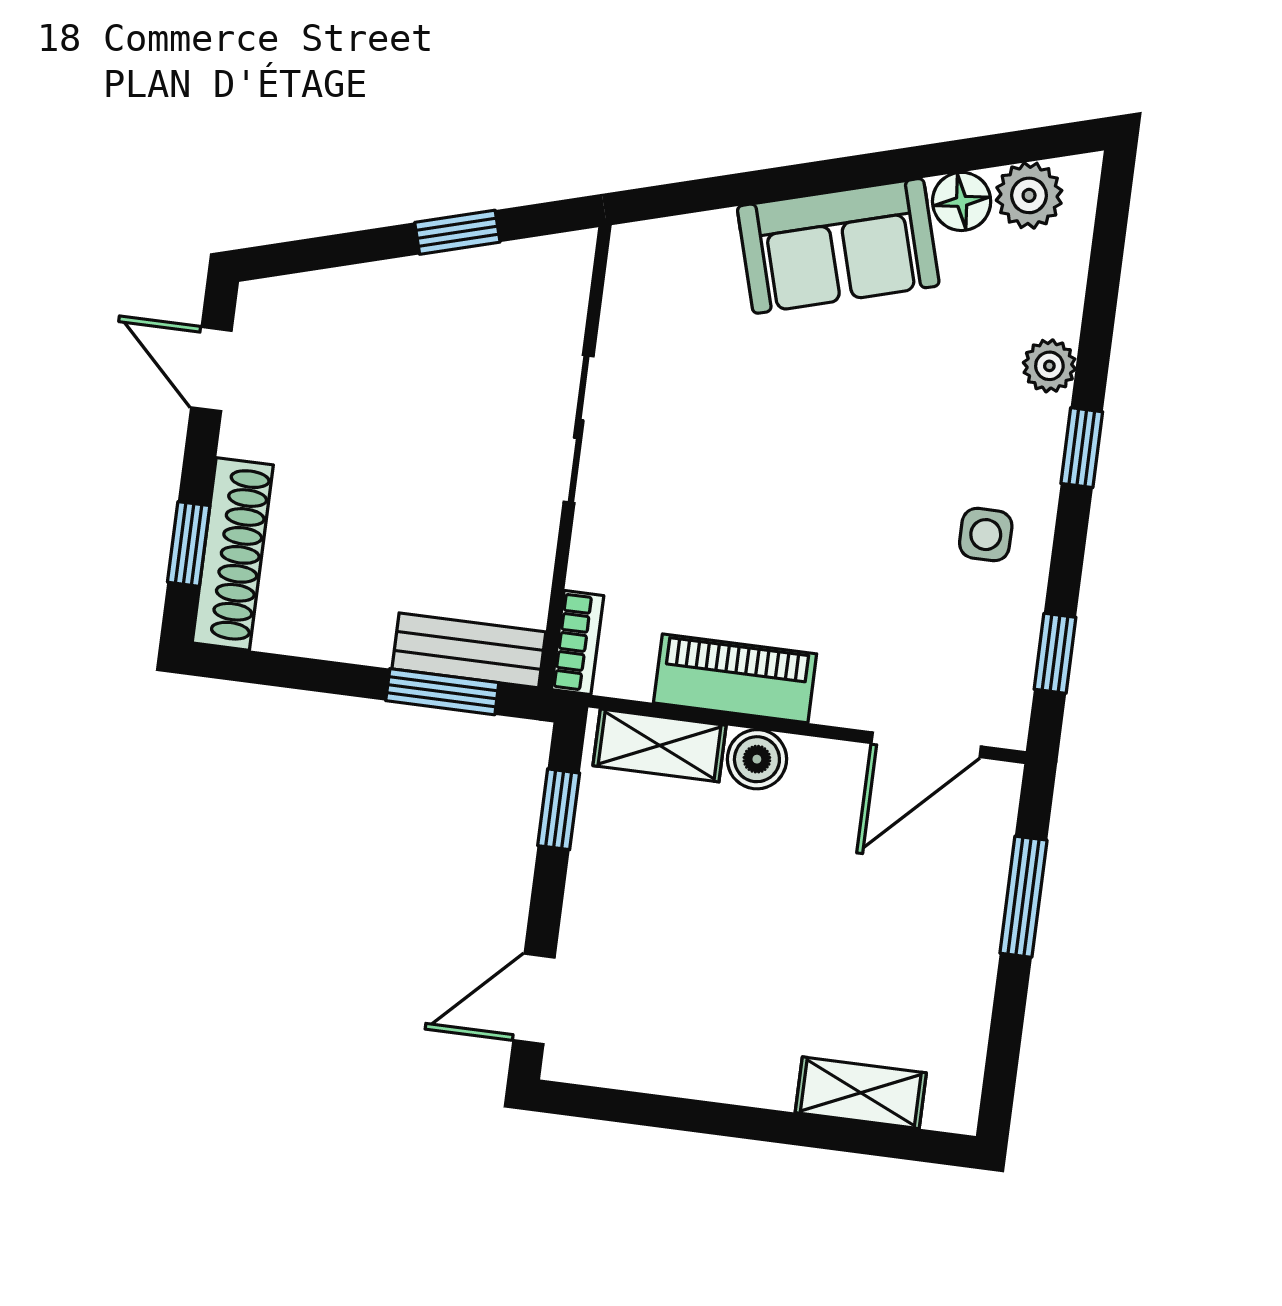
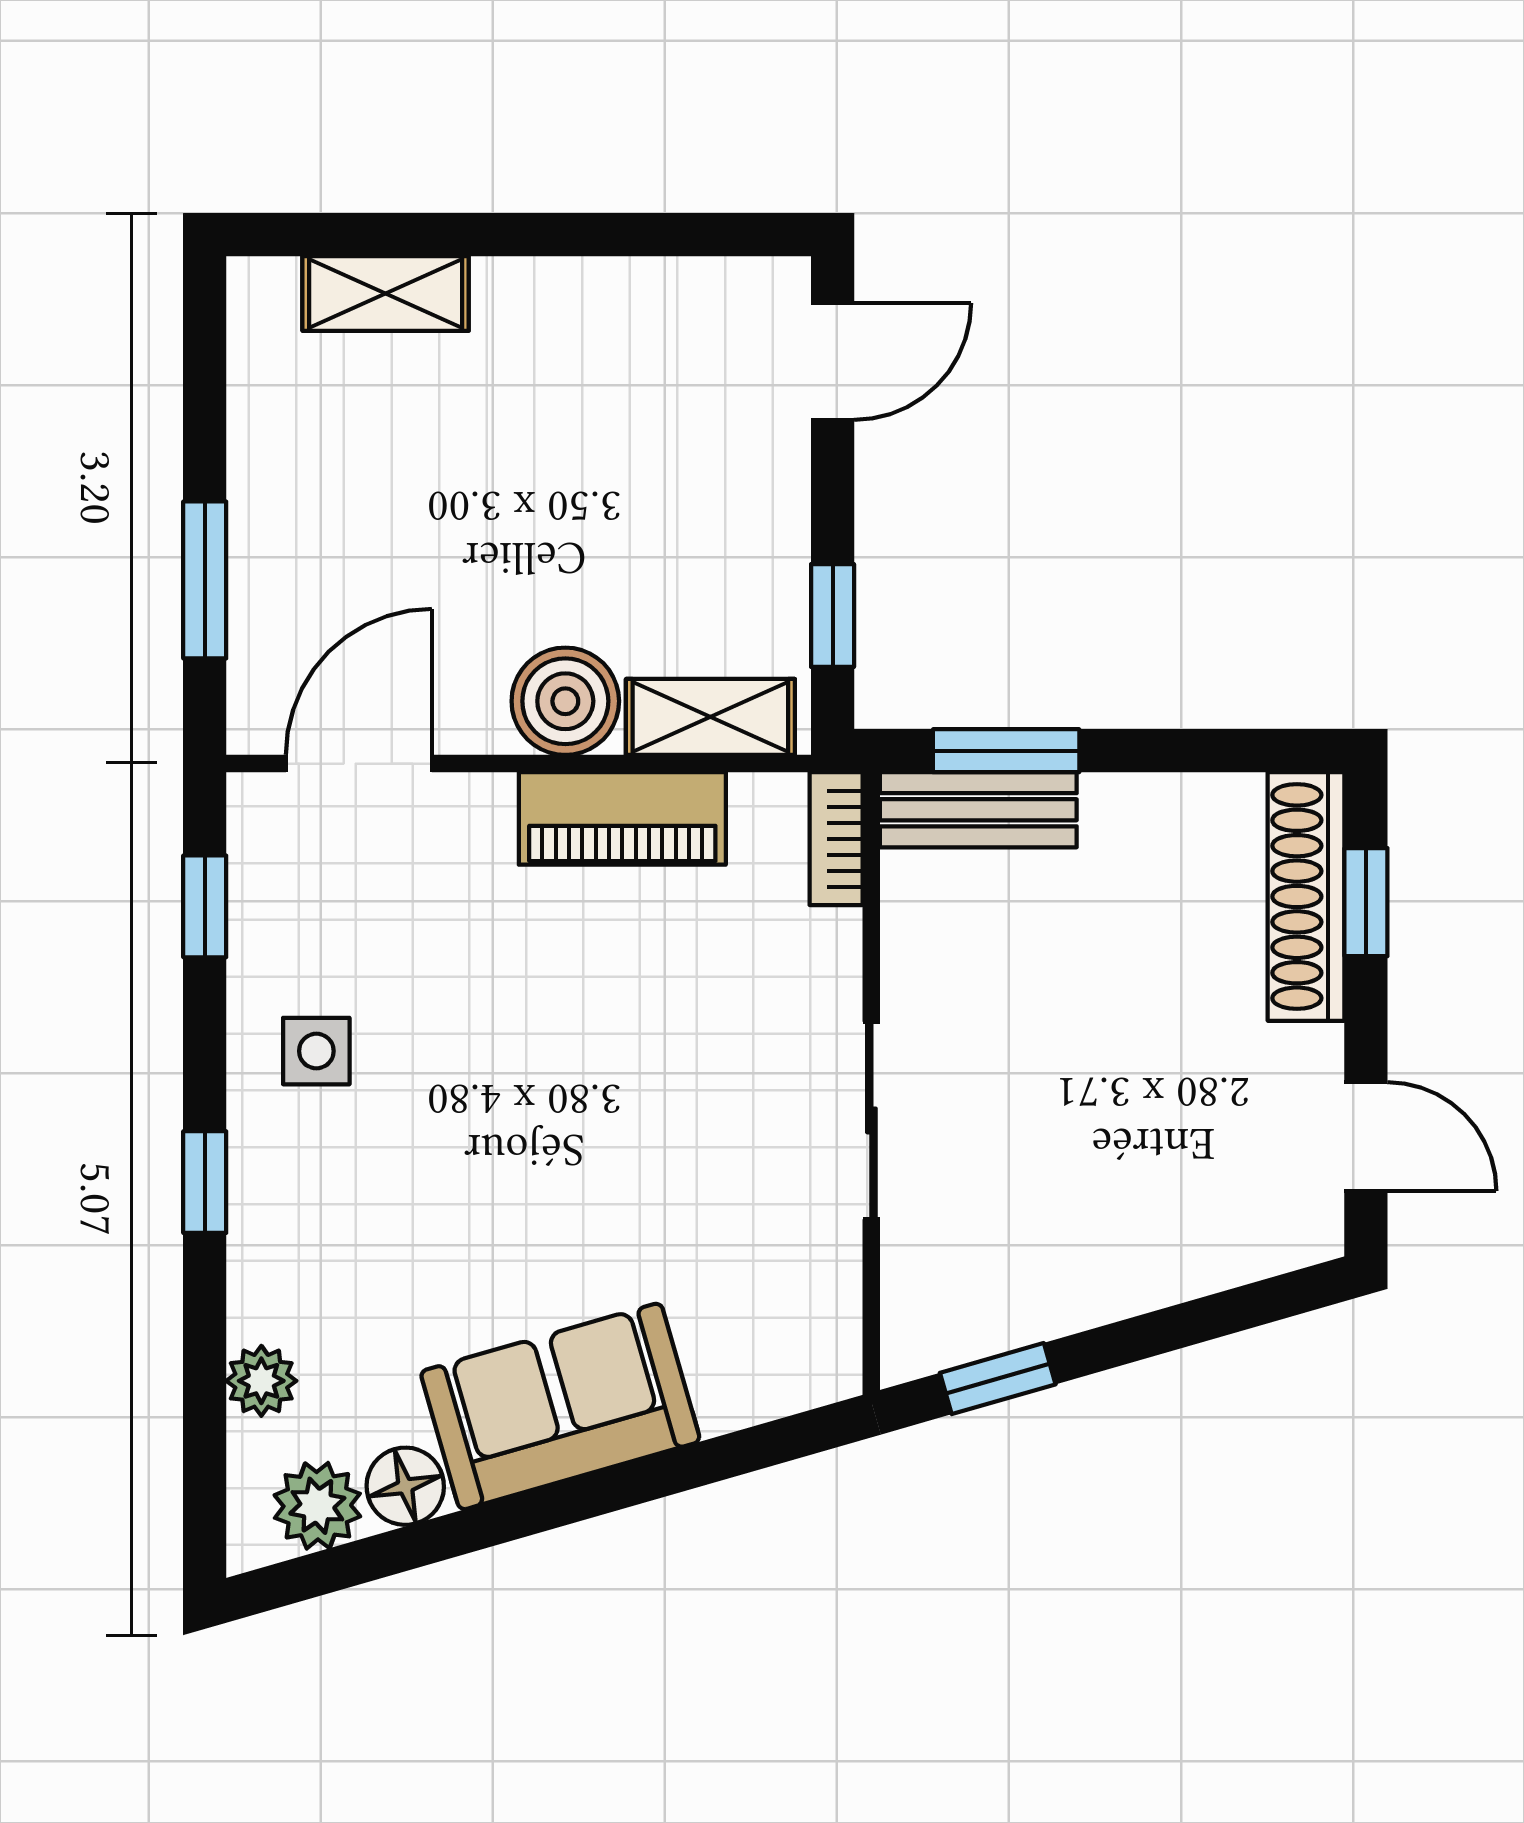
window: (457, 232) -> (998, 1379), moved
plant: (1049, 366) -> (261, 1381), moved
boiler: (757, 759) -> (565, 701), width x1.36, depth x1.36

